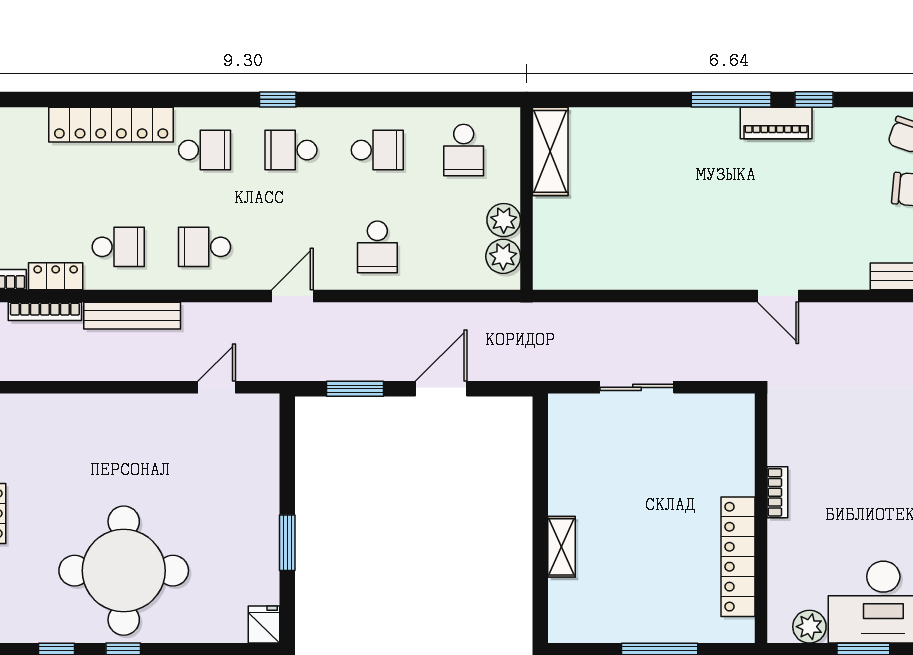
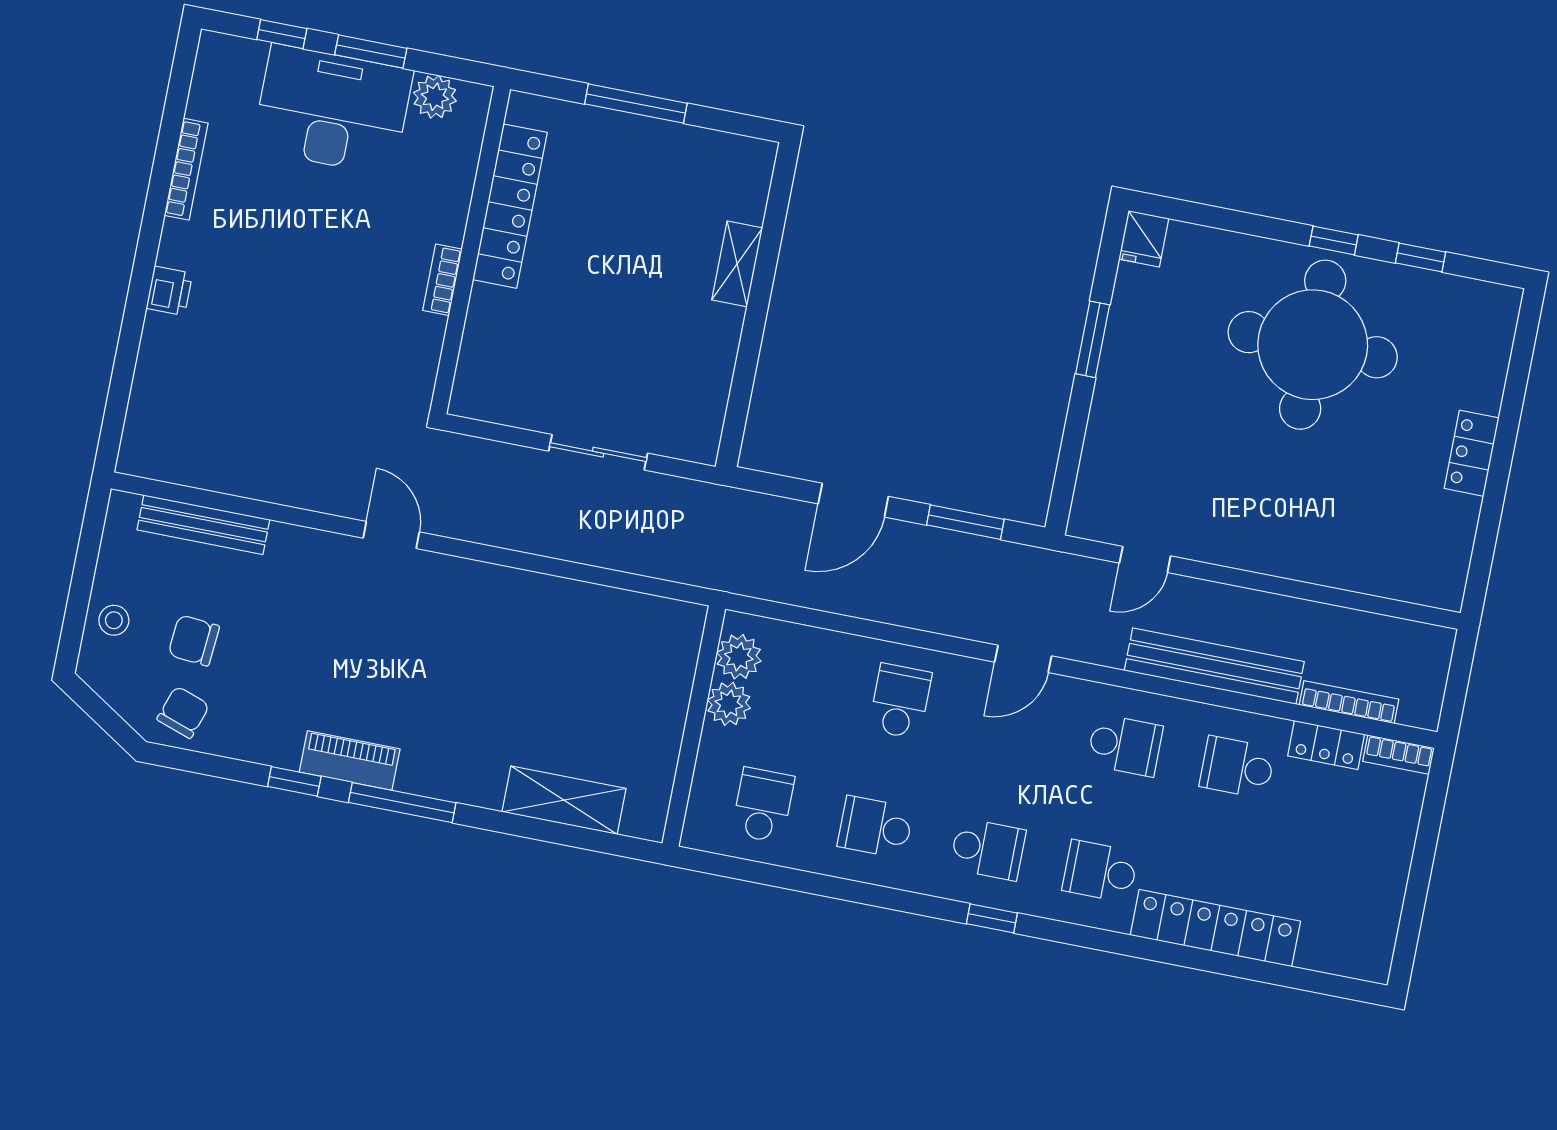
shelving: (550, 151) -> (564, 800), moved, turned 90
bench: (132, 316) -> (1214, 666), width x1.37, depth x1.21

